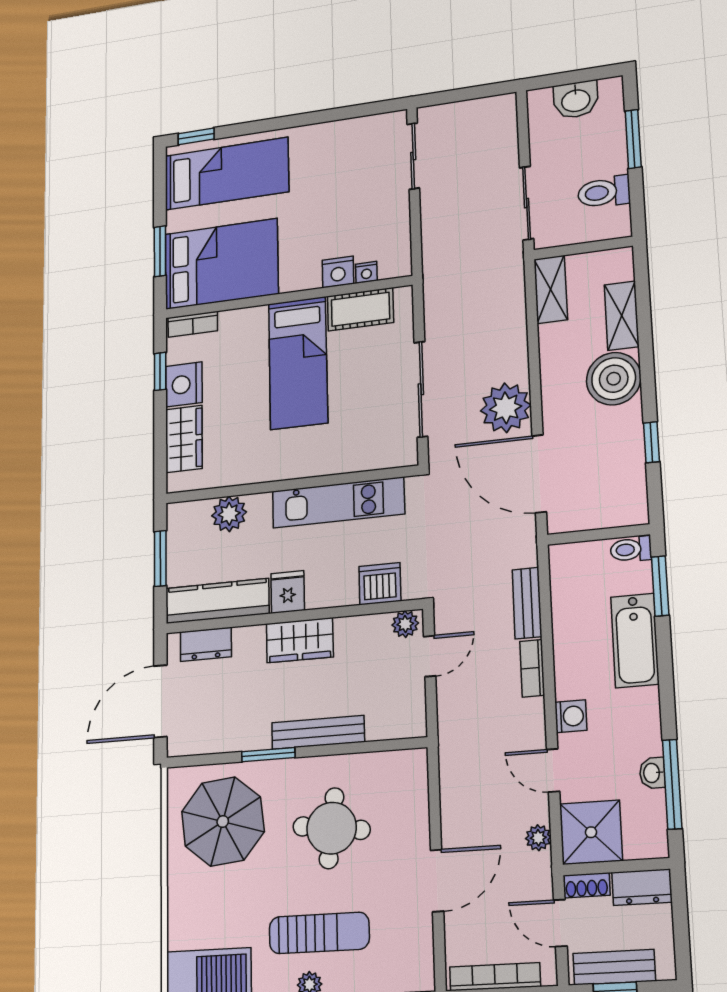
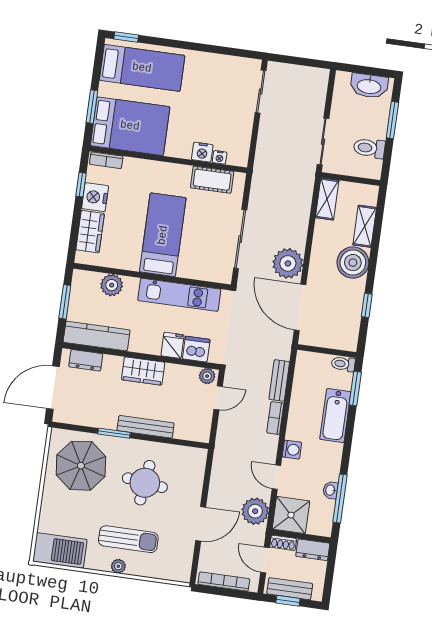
washbasin: (576, 100) -> (369, 86), width x1.38
bed: (298, 363) -> (163, 235), moved, turned 180
fridge: (288, 592) -> (172, 345), moved
plant: (538, 838) -> (255, 511), width x1.88, depth x1.88

